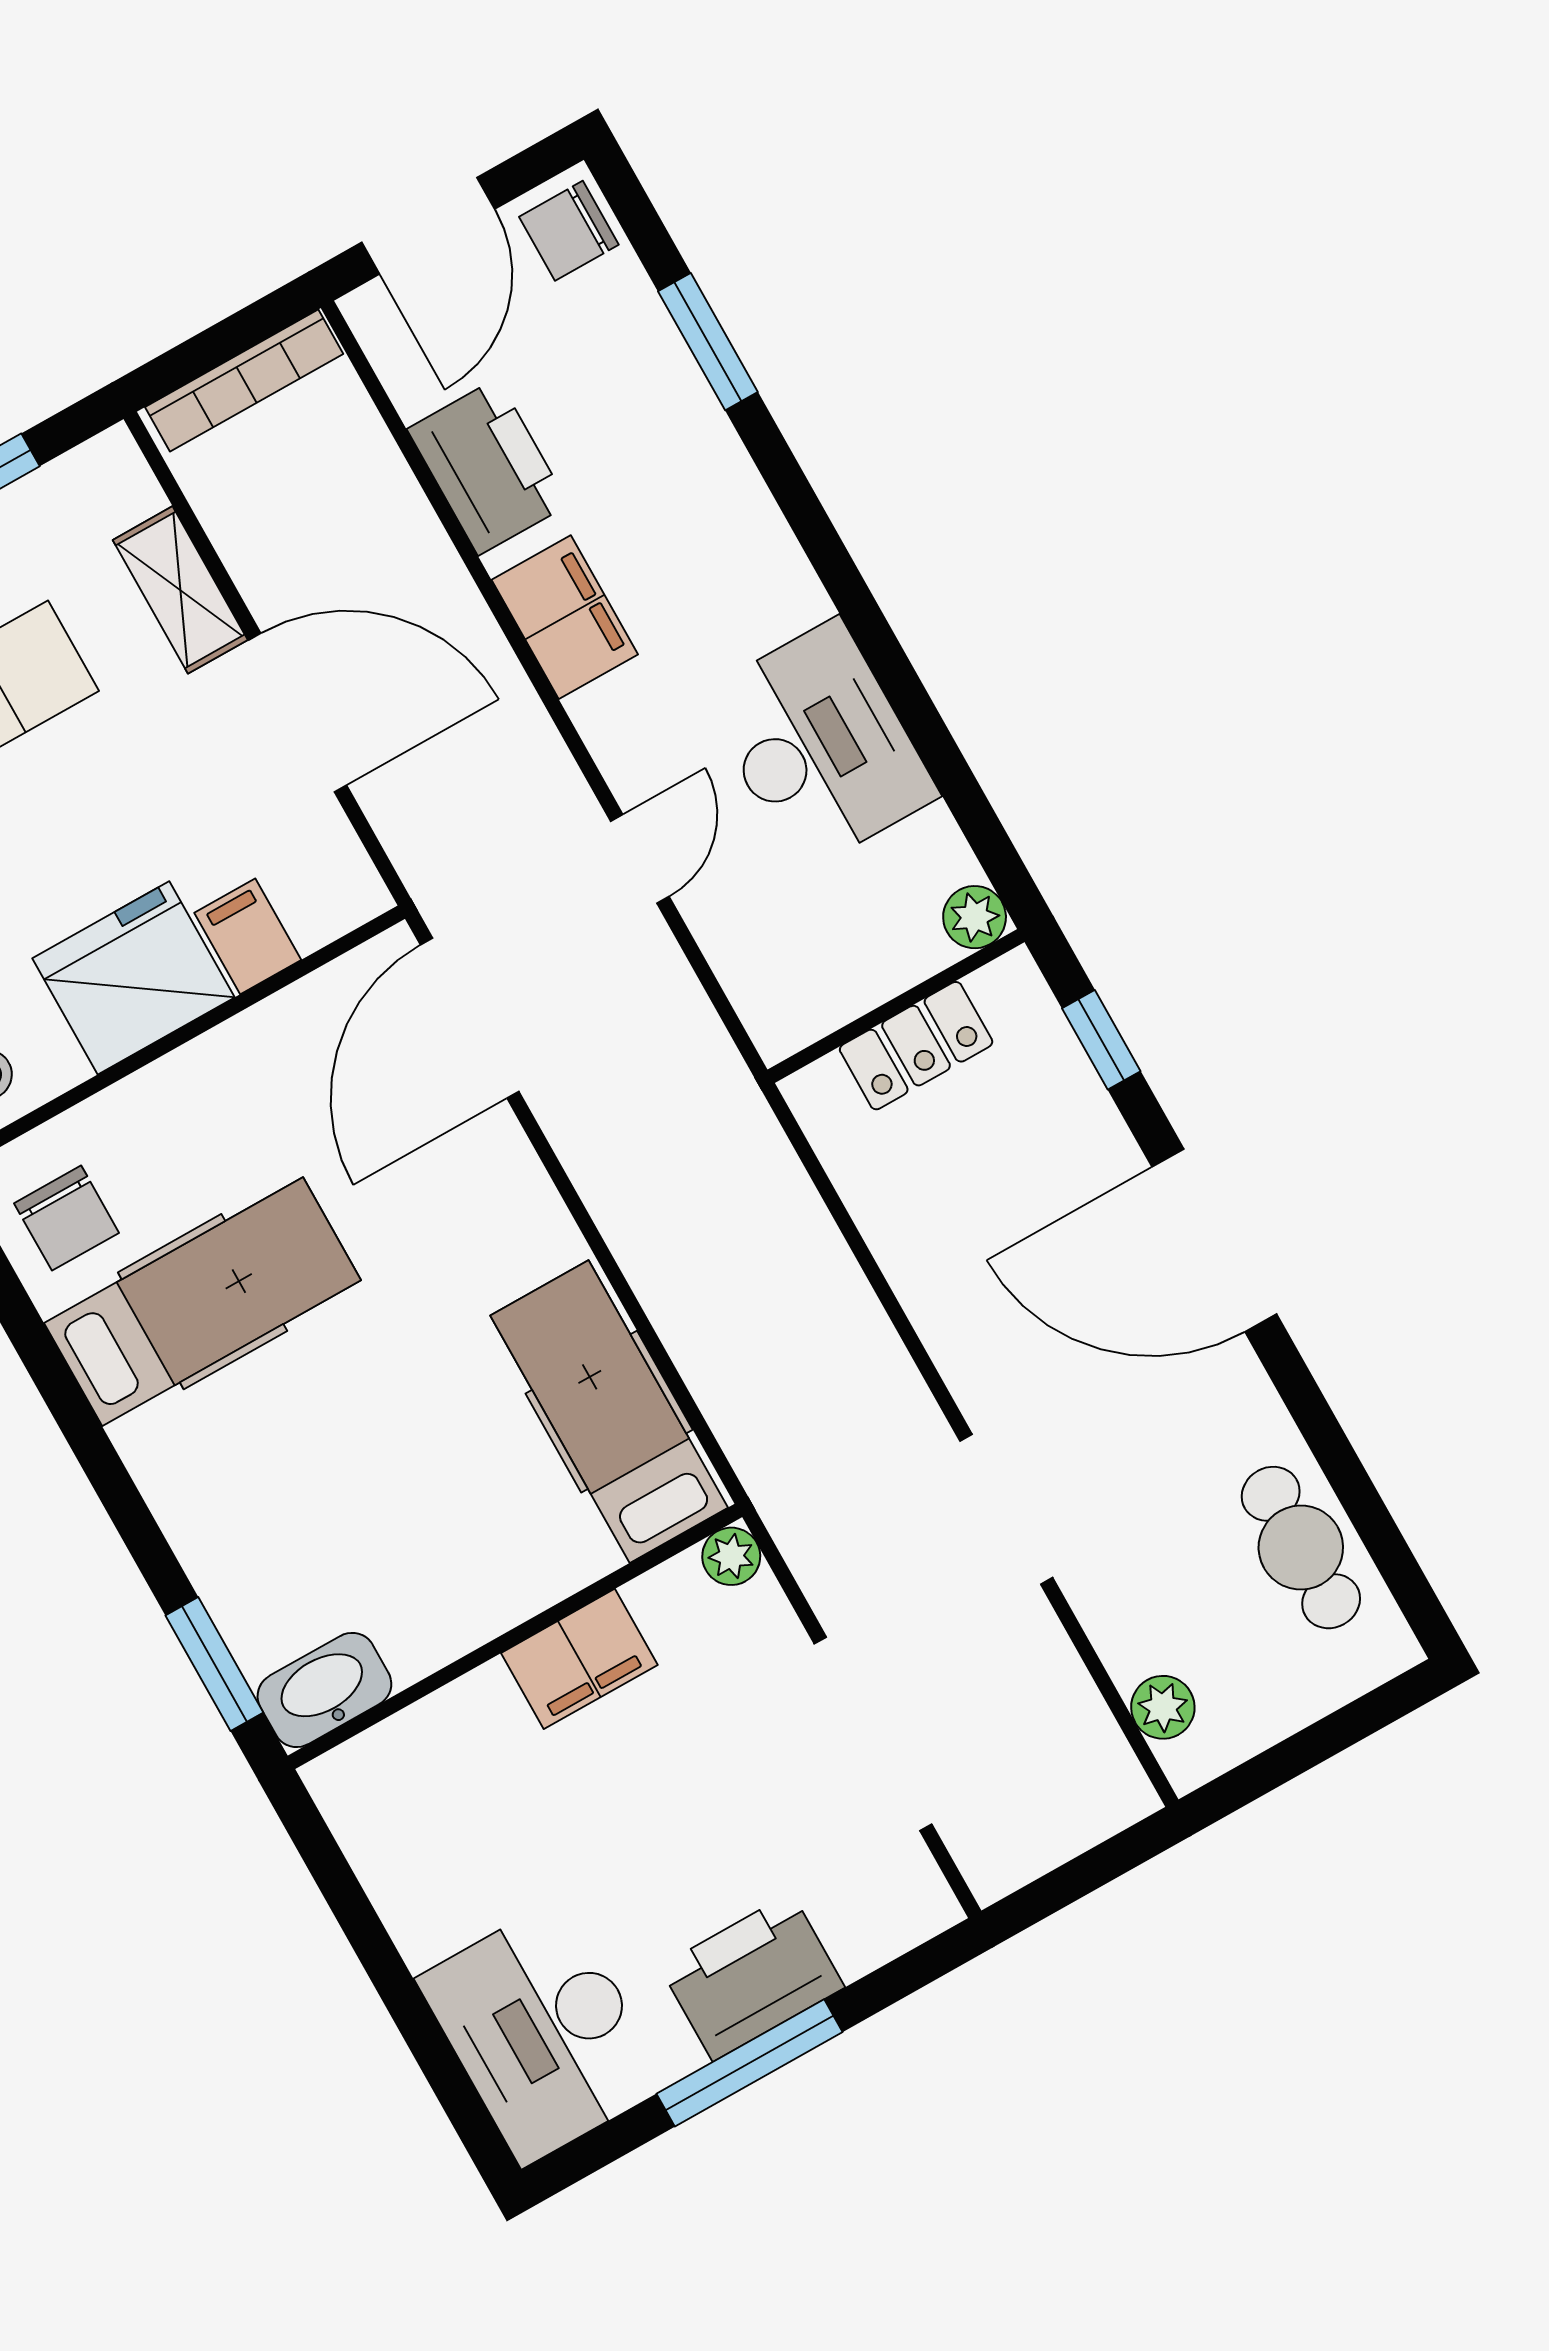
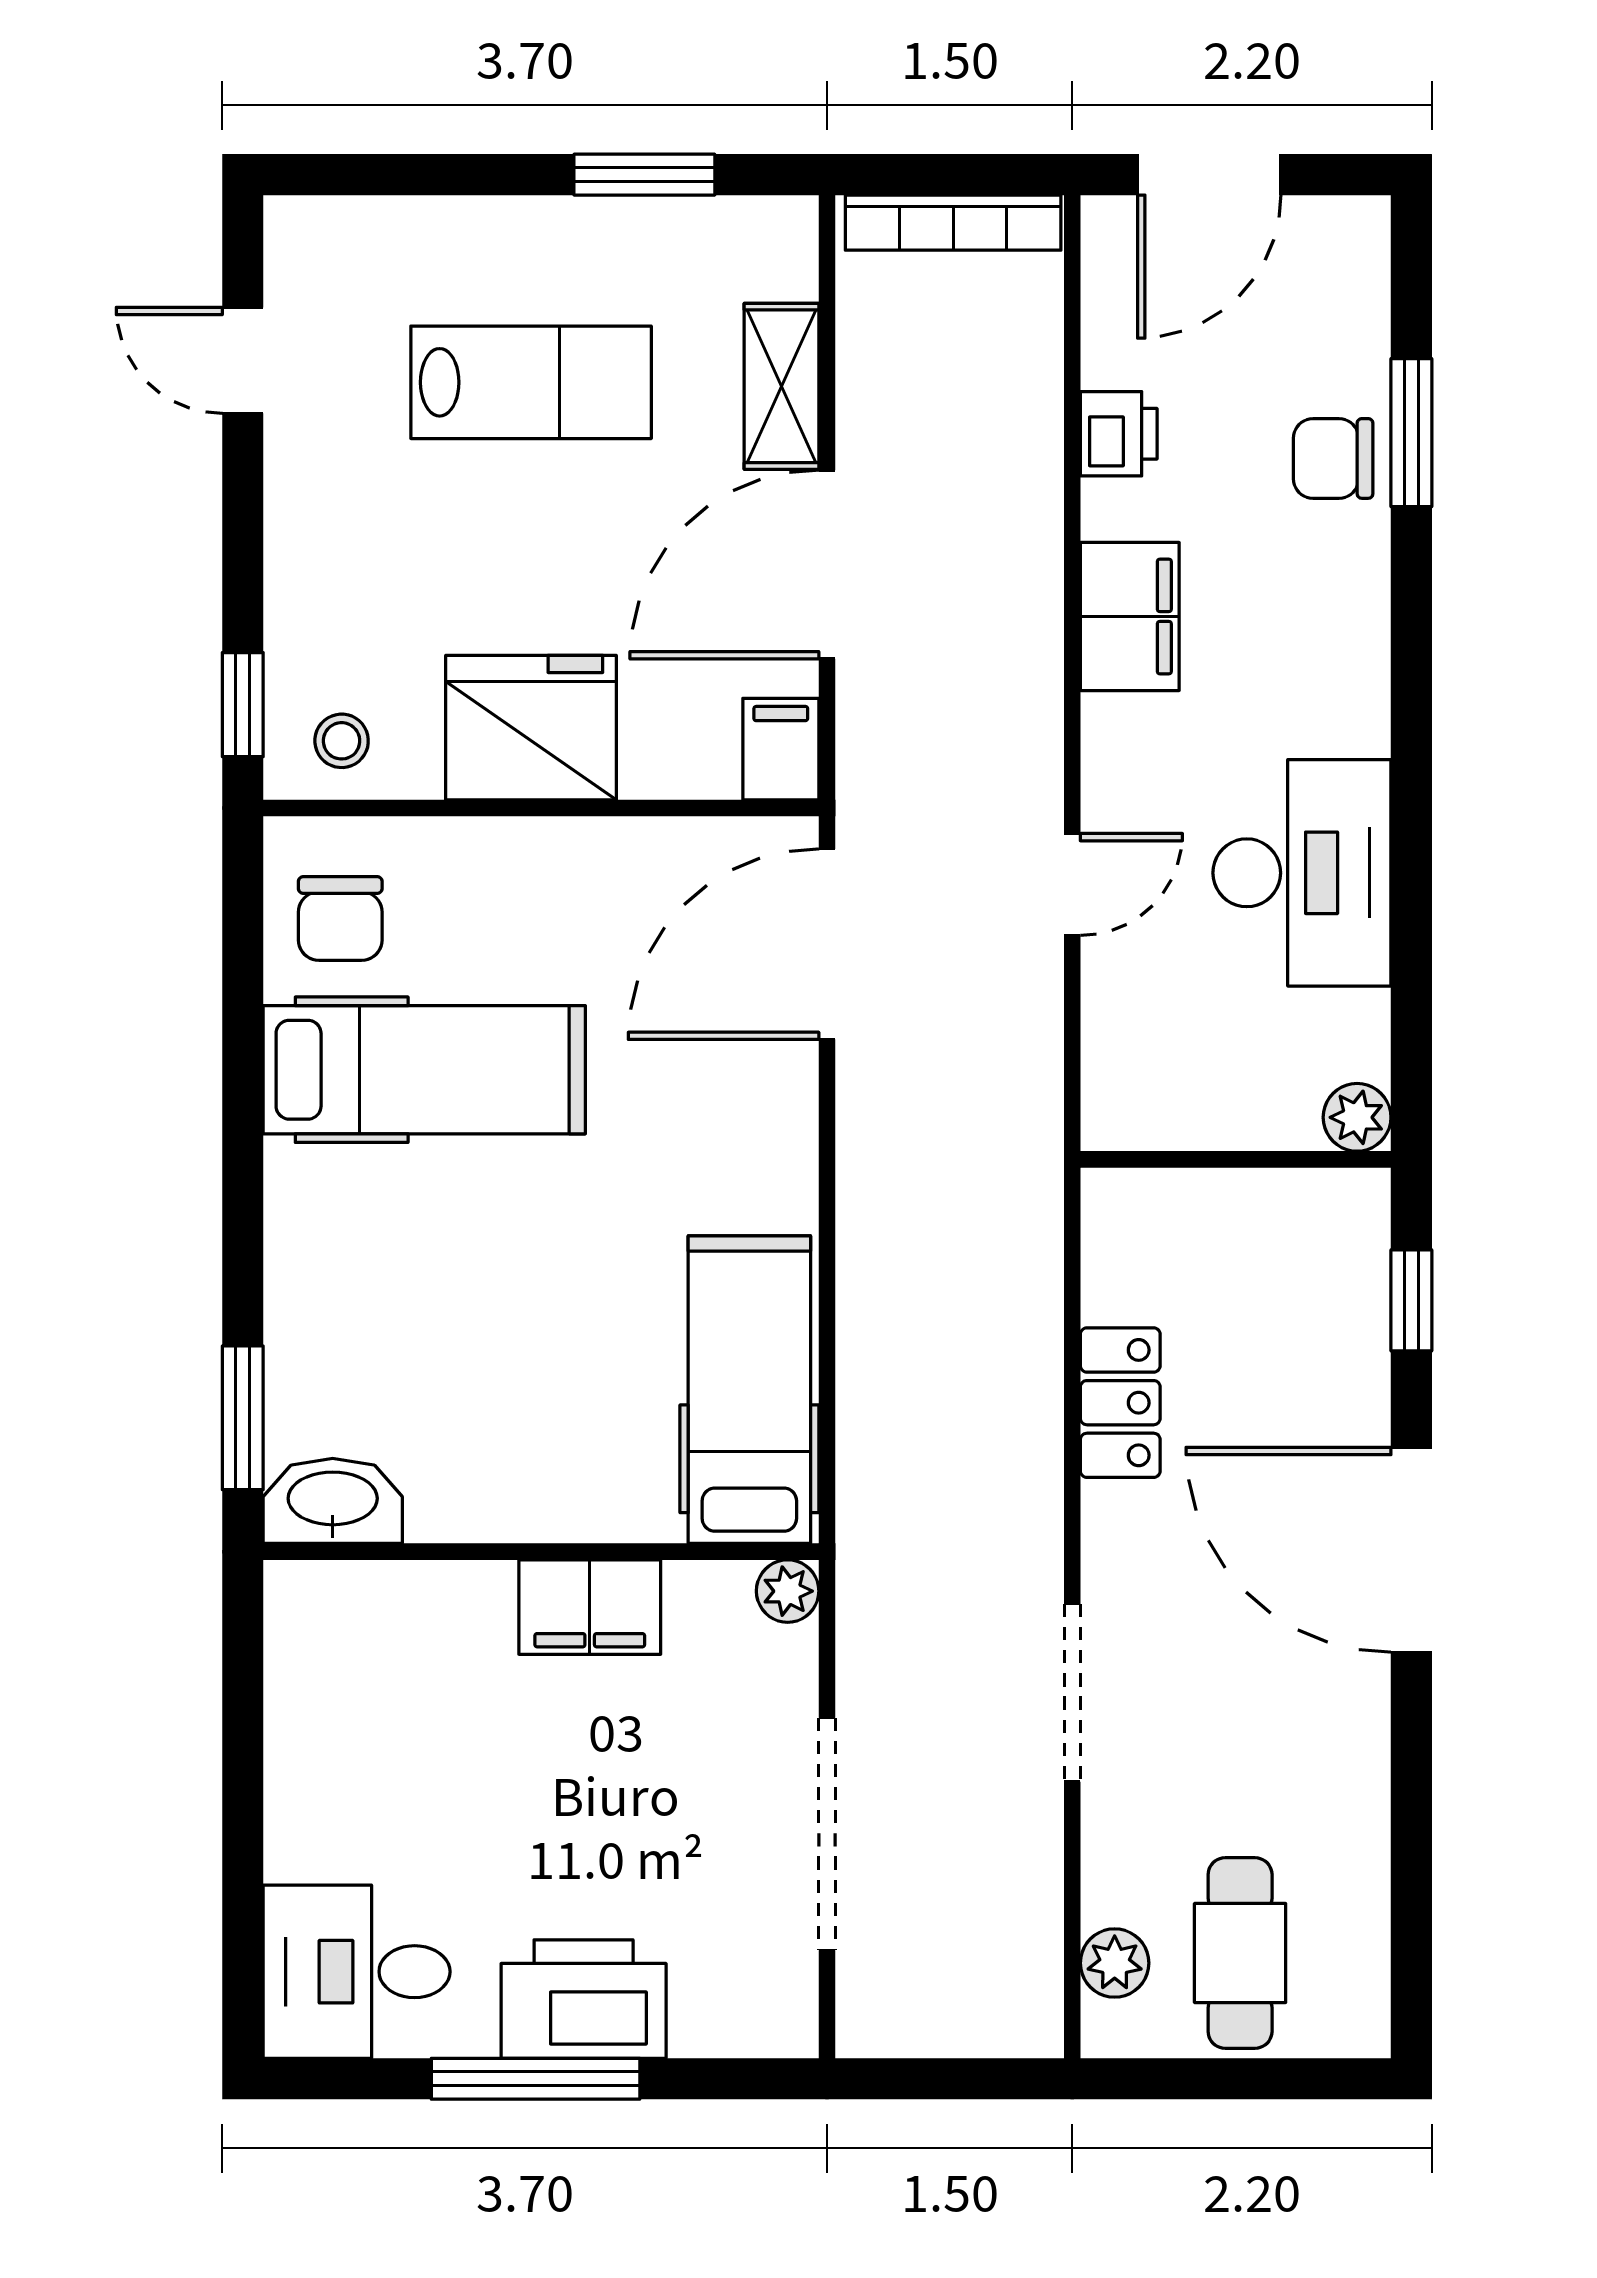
chair: (569, 231) -> (1333, 458), moved
printer: (488, 467) -> (1119, 434), width x0.53, depth x0.68
door: (298, 713) -> (827, 565), swing flipped
filing cabinet: (248, 936) -> (781, 749), moved
locker: (916, 1046) -> (1120, 1403), moved, turned -90
cafe table: (1301, 1548) -> (1240, 1953), moved
desk: (542, 2032) -> (357, 1972), width x0.73

